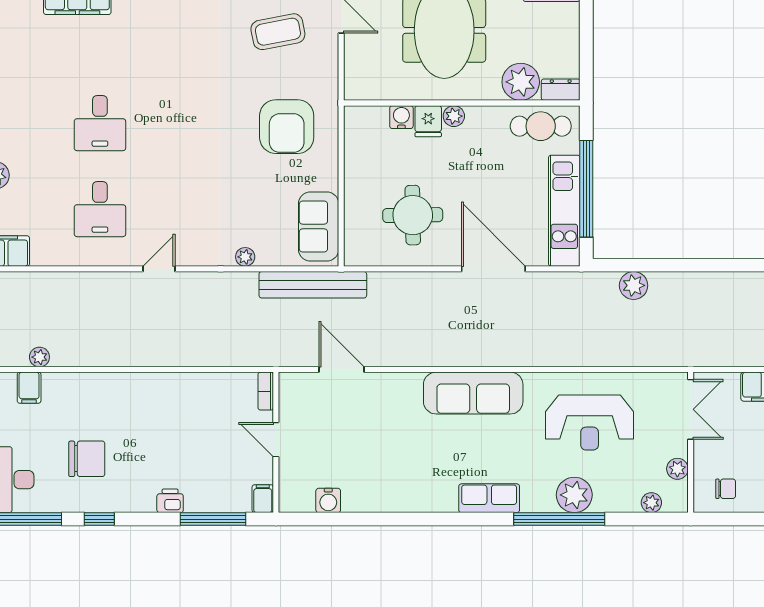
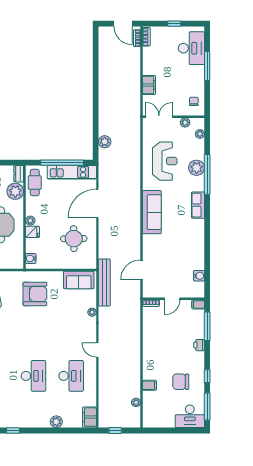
water cooler: (401, 117) -> (31, 258), moved
desk: (100, 123) -> (33, 376), width x1.37
desk: (100, 209) -> (71, 376), width x1.37
filing cabinet: (29, 388) -> (149, 385), moved
chair: (87, 459) -> (181, 382), turned -90

